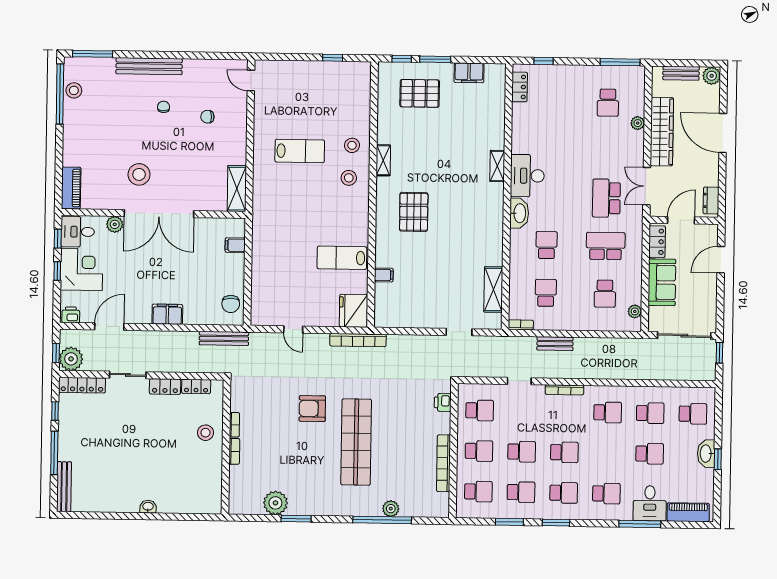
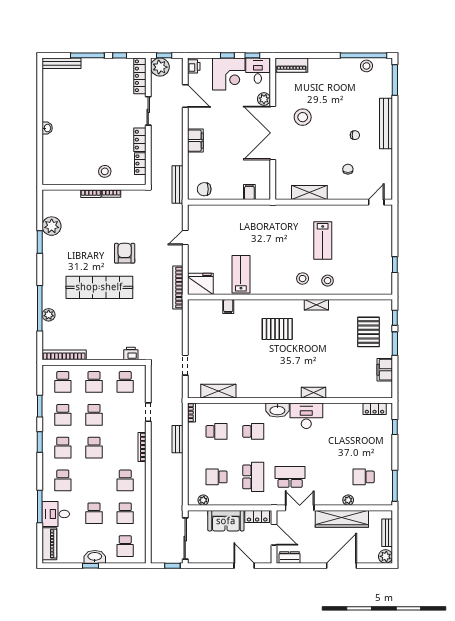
shelving: (237, 189) -> (309, 193), moved
bookcase: (444, 463) -> (64, 355), moved

